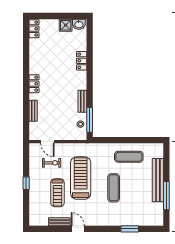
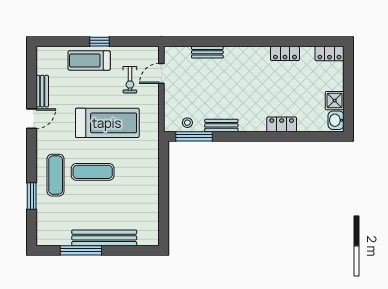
locker: (34, 84) -> (285, 53), moved
exercise mat: (129, 157) -> (56, 175), moved
treadmill: (57, 193) -> (89, 60), moved

